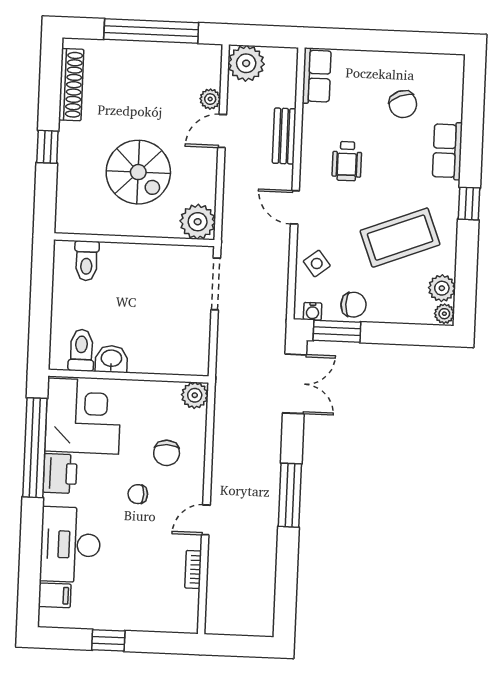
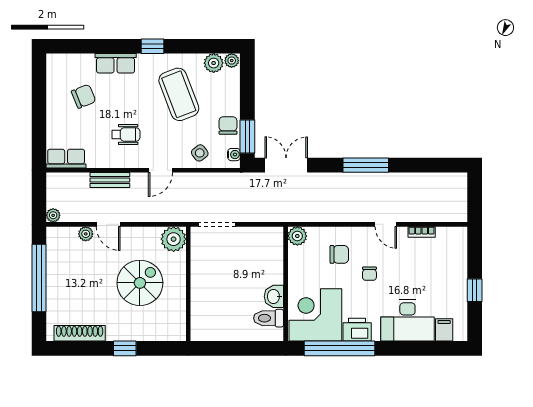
plant: (246, 63) -> (53, 215), width x0.53, depth x0.53
toilet: (86, 261) -> (205, 317), removed

